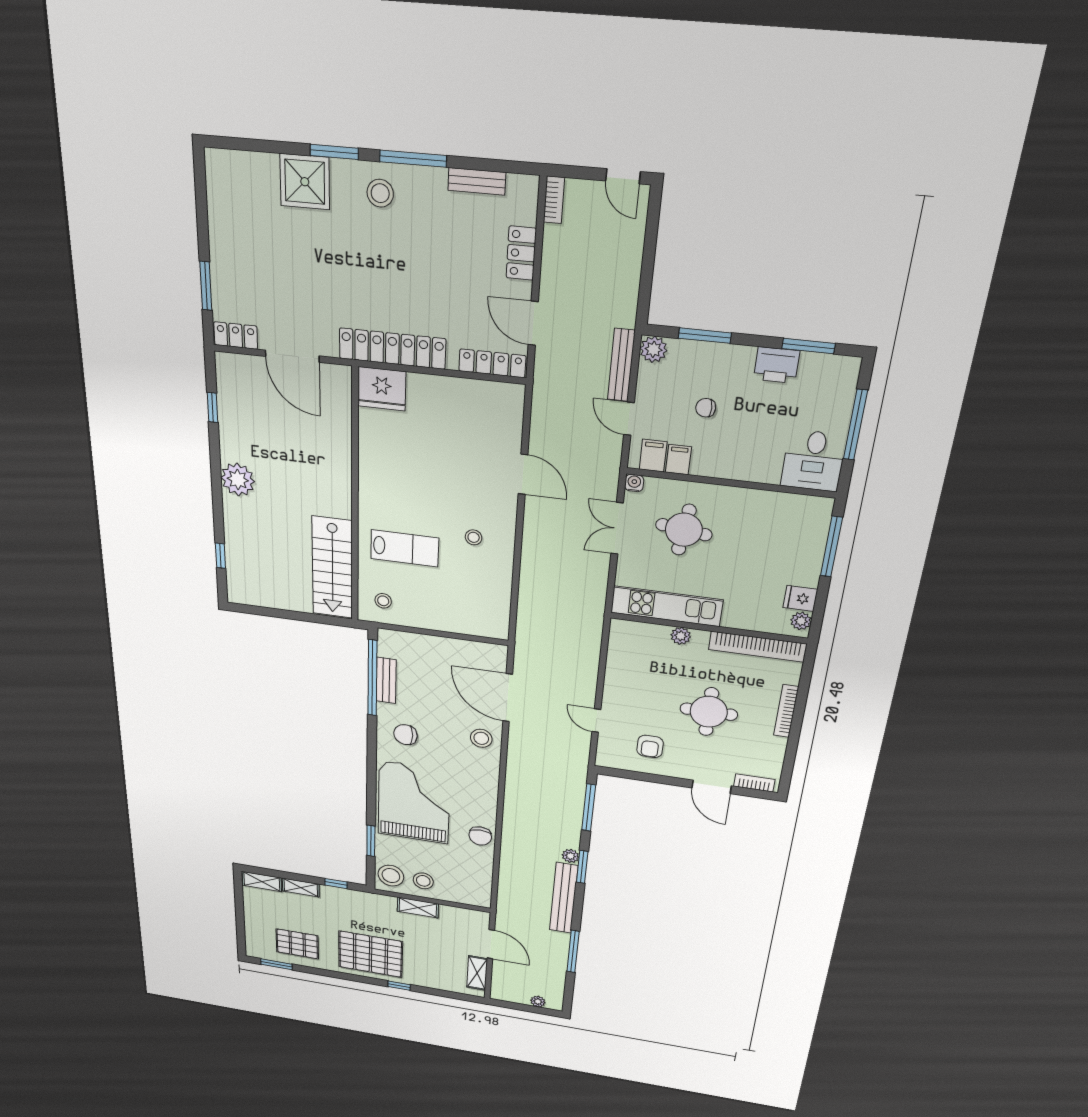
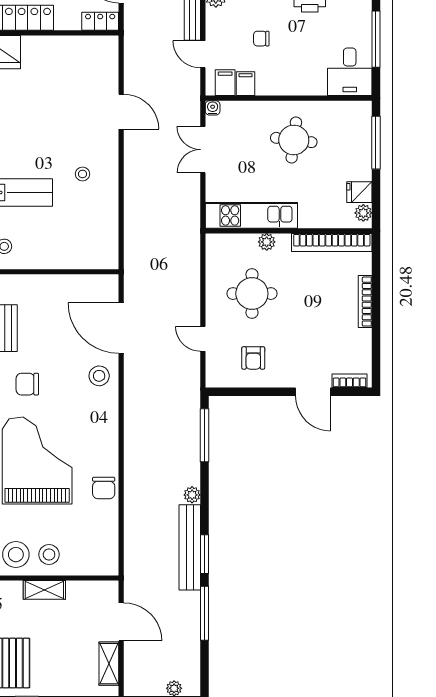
locker: (492, 363) -> (100, 21), width x0.66
round table: (684, 530) -> (294, 140), moved
round table: (709, 712) -> (252, 294), moved
window: (582, 867) -> (204, 554), moved

